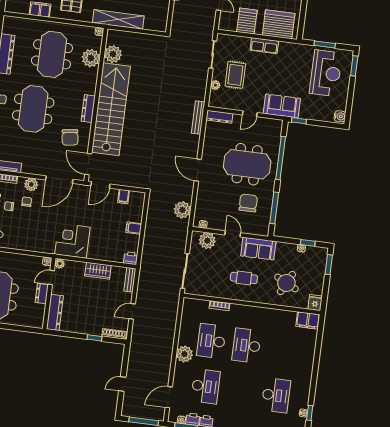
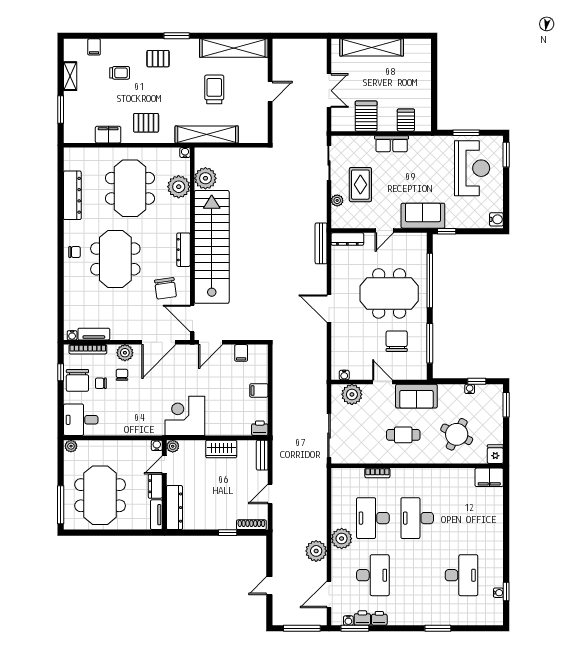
server rack: (279, 24) -> (406, 120), width x0.46, depth x0.70
plant: (182, 210) -> (316, 551), moved
tv unit: (40, 316) -> (156, 515), added

